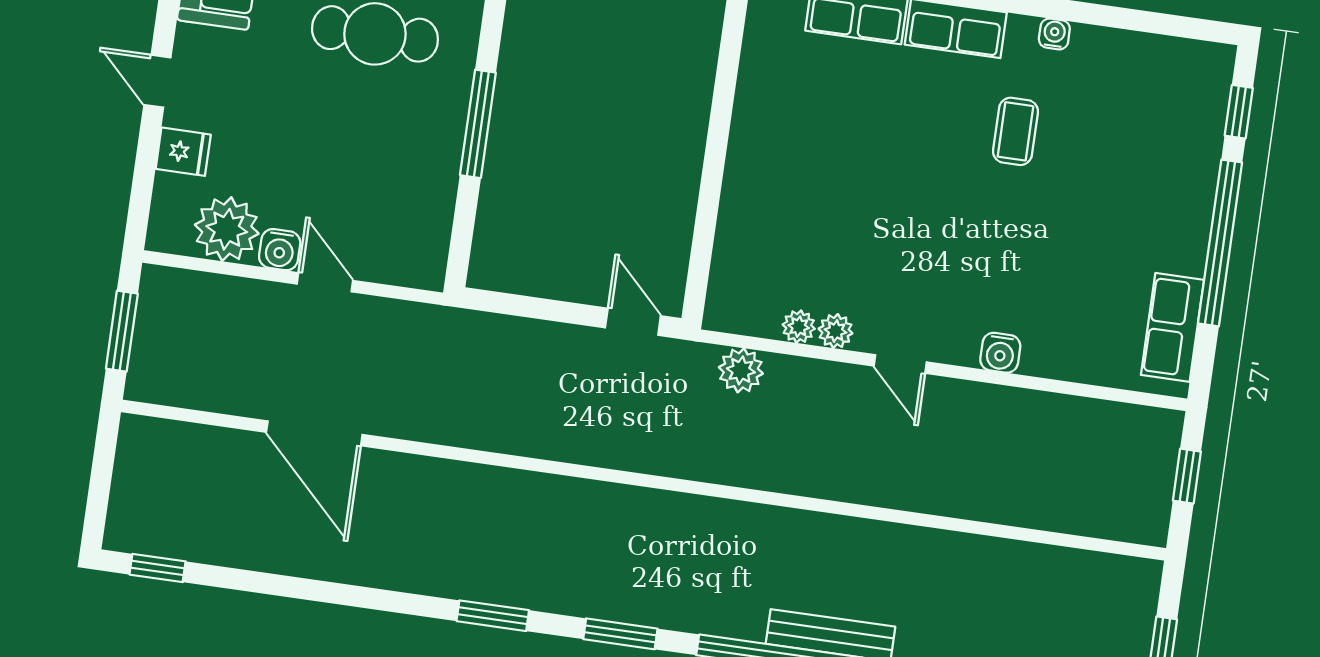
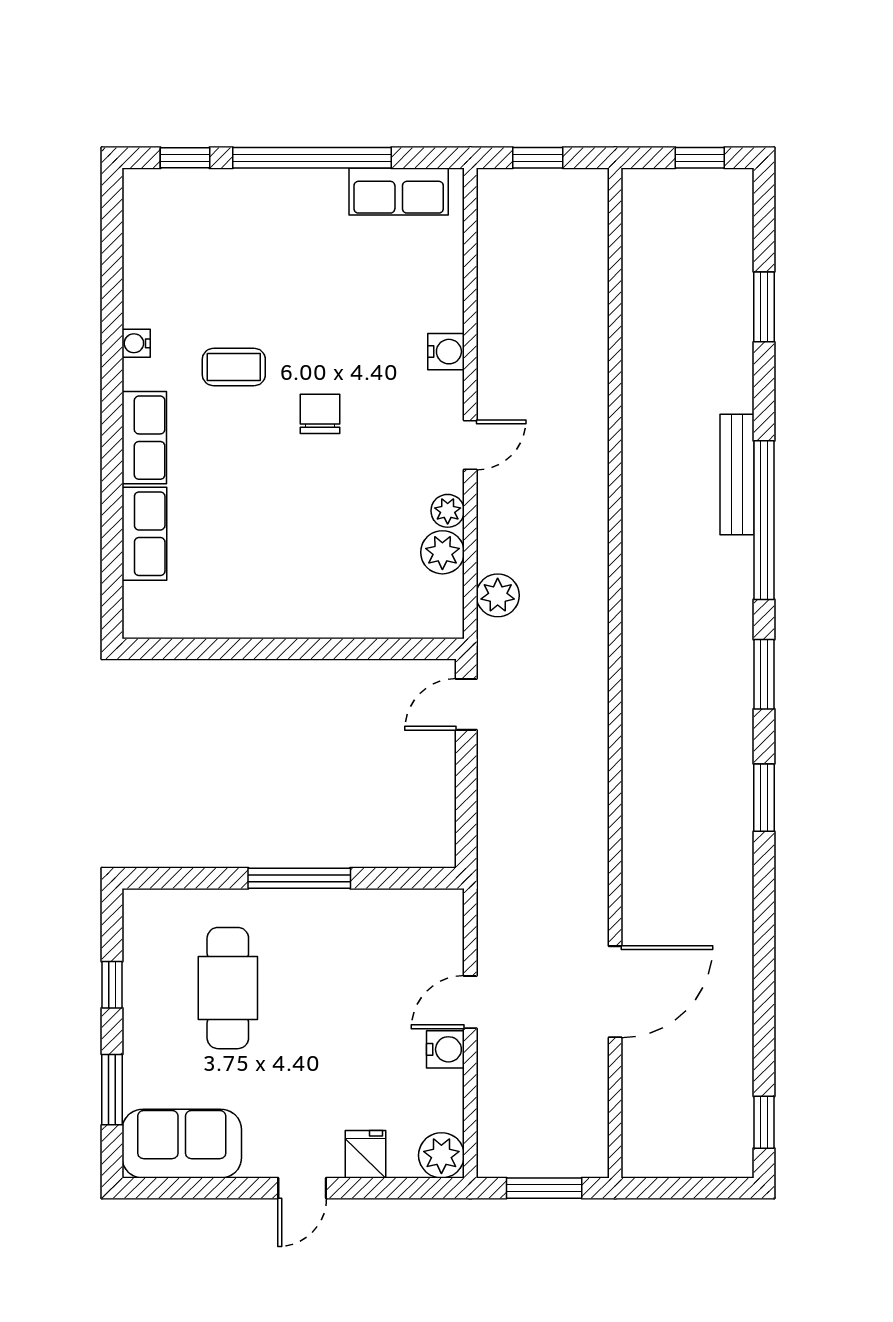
chair: (954, 213) -> (320, 414), added
plant: (227, 229) -> (441, 1155), moved, width x0.73, depth x0.73
plant: (799, 327) -> (442, 552), width x1.38, depth x1.38

